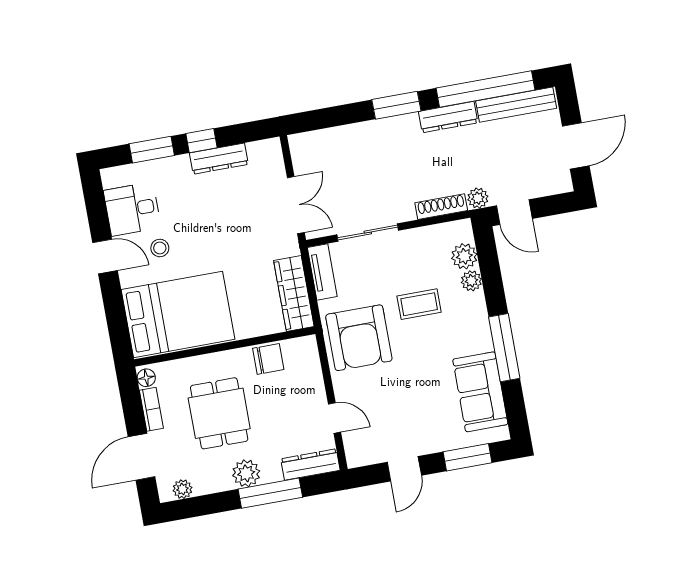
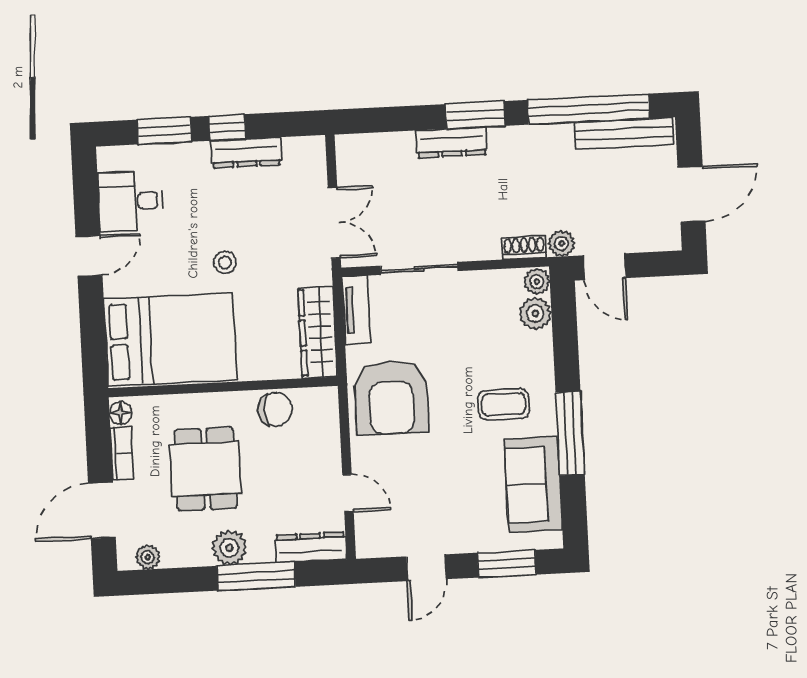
dresser: (448, 117) -> (452, 142), moved
shoe rack: (441, 207) -> (524, 248), width x0.70
stool: (160, 248) -> (225, 262), moved
door: (105, 257) -> (89, 256), hinge flipped
plant: (471, 281) -> (537, 282), moved
coffee table: (419, 304) -> (504, 404), moved

